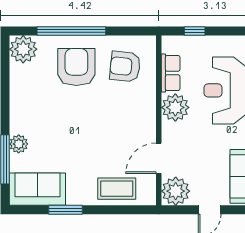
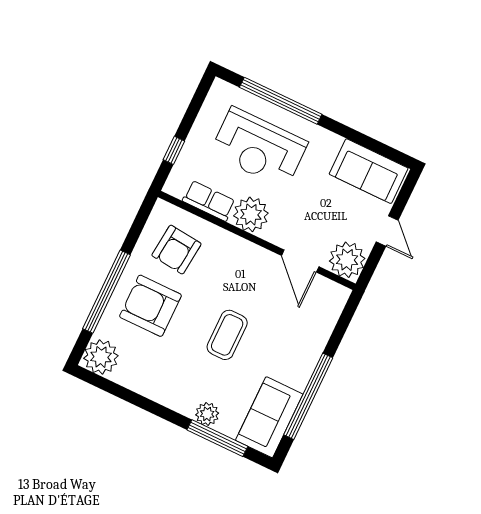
coffee table: (117, 189) -> (227, 335), moved
window: (65, 210) -> (308, 396), width x2.11

